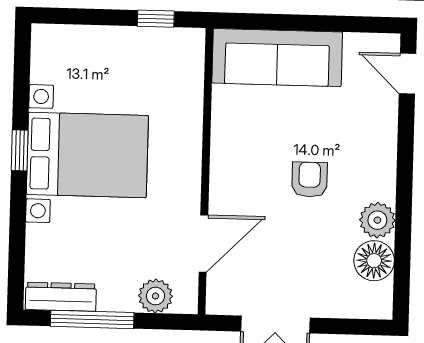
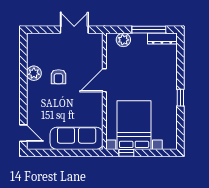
bed with nightstands: (87, 155) -> (134, 125), moved, turned 90
armchair: (310, 180) -> (58, 77), moved
door: (203, 244) -> (104, 80), moved
floor lamp: (374, 261) -> (35, 57), removed

